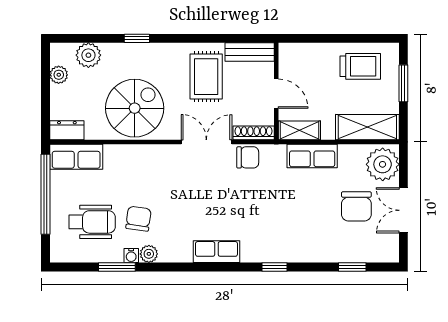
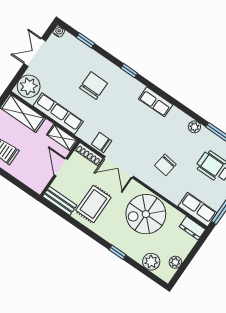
row of seats: (312, 156) -> (58, 114), width x1.48
chair: (356, 206) -> (94, 86), moved
double door: (403, 210) -> (35, 52), swing flipped
chair: (138, 219) -> (165, 165), moved
water cooler: (131, 256) -> (59, 31), moved

